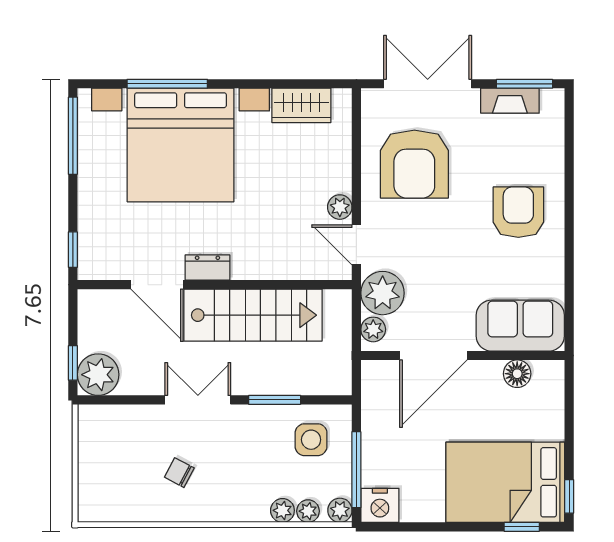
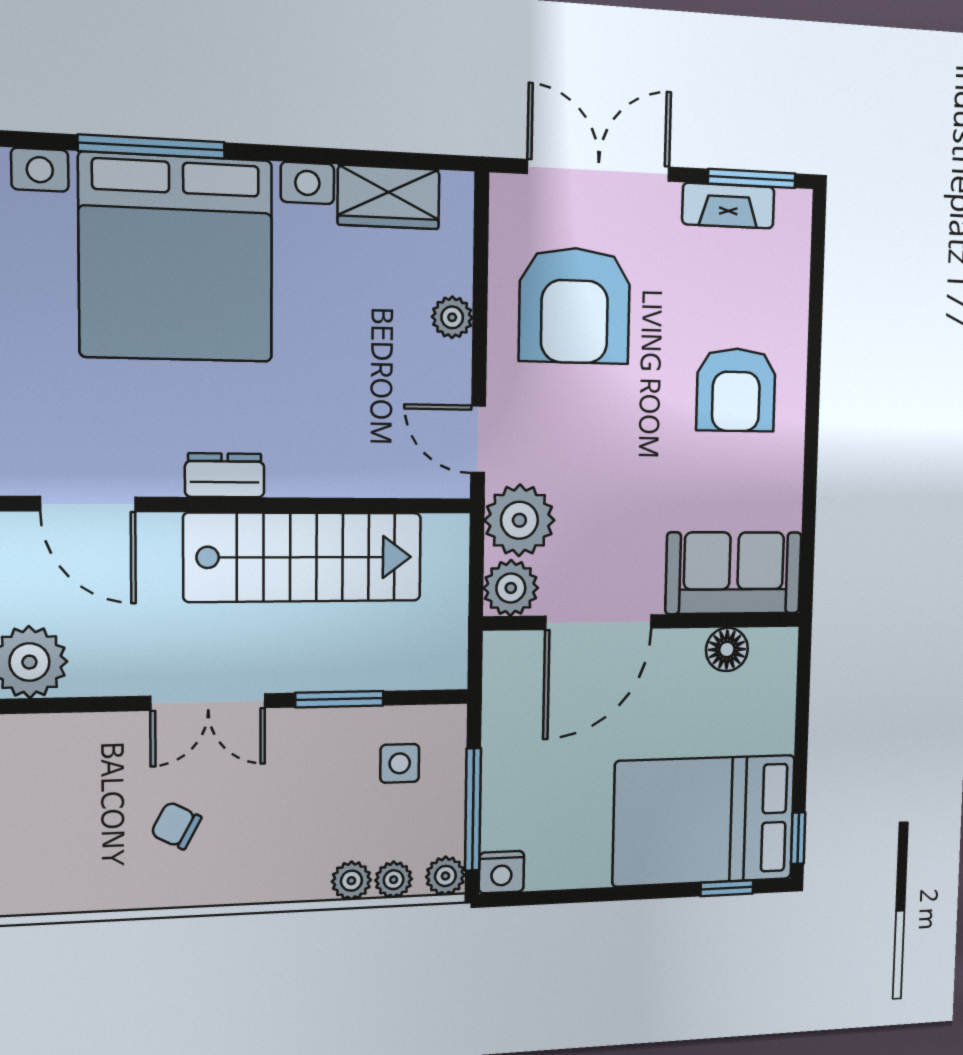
plant: (340, 207) -> (452, 317), moved
armchair: (518, 212) -> (736, 390), turned 180
door: (157, 285) -> (88, 504), moved
plant: (373, 329) -> (511, 588), width x1.38, depth x1.38
double door: (198, 400) -> (208, 702), swing flipped
side table: (311, 440) -> (400, 763), width x0.73, depth x0.73
nightstand: (380, 505) -> (501, 872), width x0.74, depth x0.75

